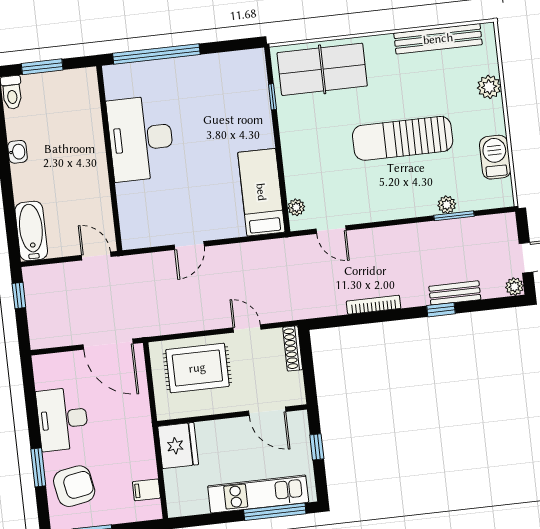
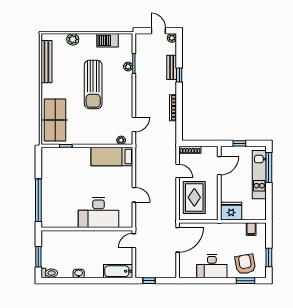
desk: (141, 138) -> (98, 213), moved
door: (247, 329) -> (178, 171), swing flipped
window: (38, 467) -> (246, 281), moved

